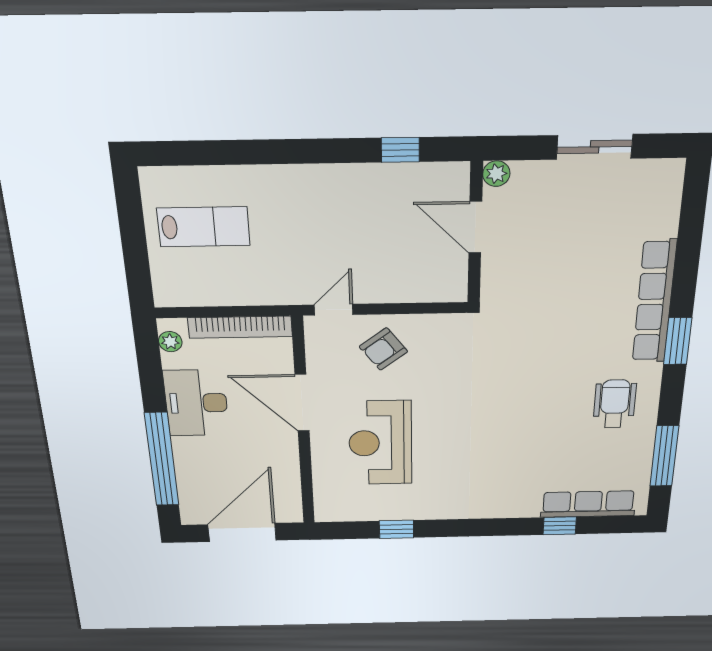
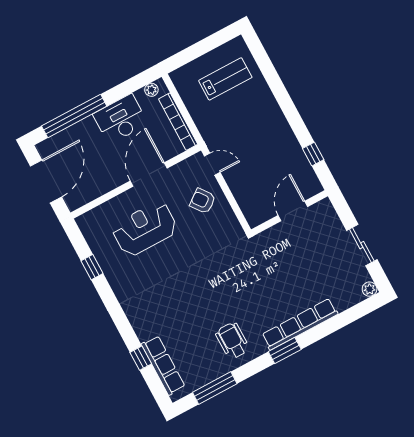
plant: (496, 174) -> (370, 289), moved
lab bench: (204, 227) -> (225, 79), turned -90
wheelchair: (615, 404) -> (232, 341), turned -90
door: (242, 532) -> (46, 181), hinge flipped

